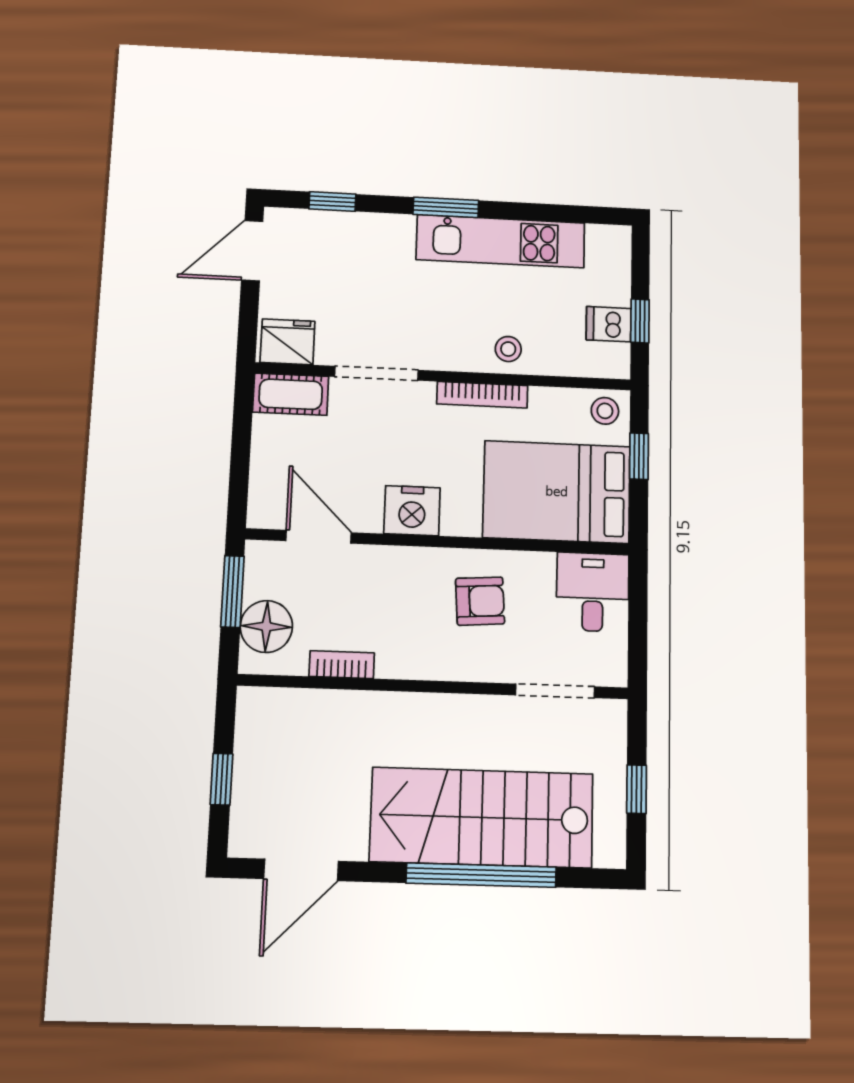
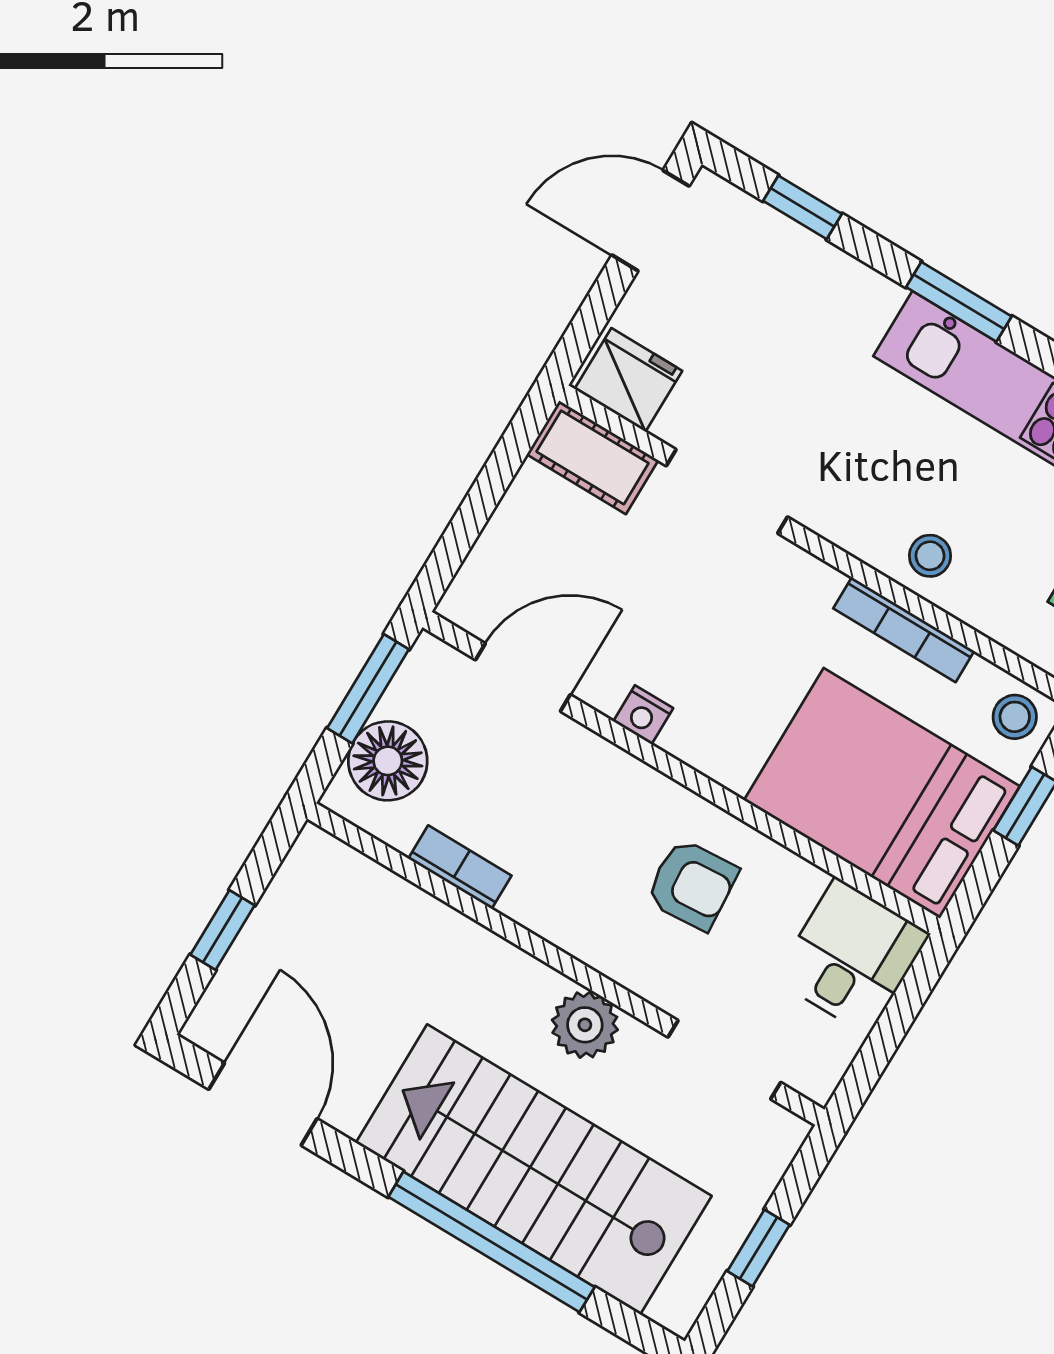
bookcase: (482, 395) -> (904, 630), moved
nightstand: (412, 511) -> (643, 715), width x0.53, depth x0.56
door: (319, 537) -> (523, 677), hinge flipped
plant: (464, 716) -> (585, 1025), added
door: (301, 870) -> (263, 1104), swing flipped

